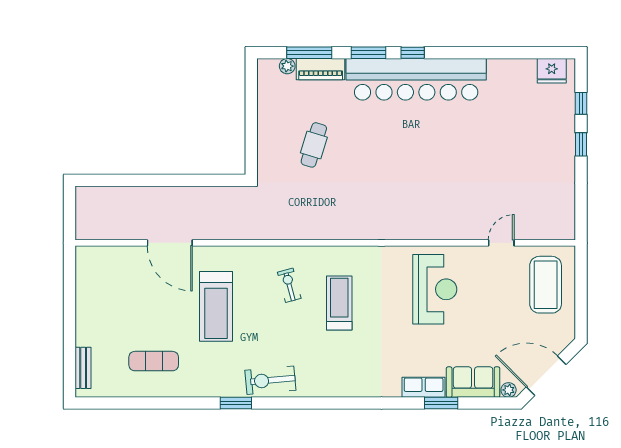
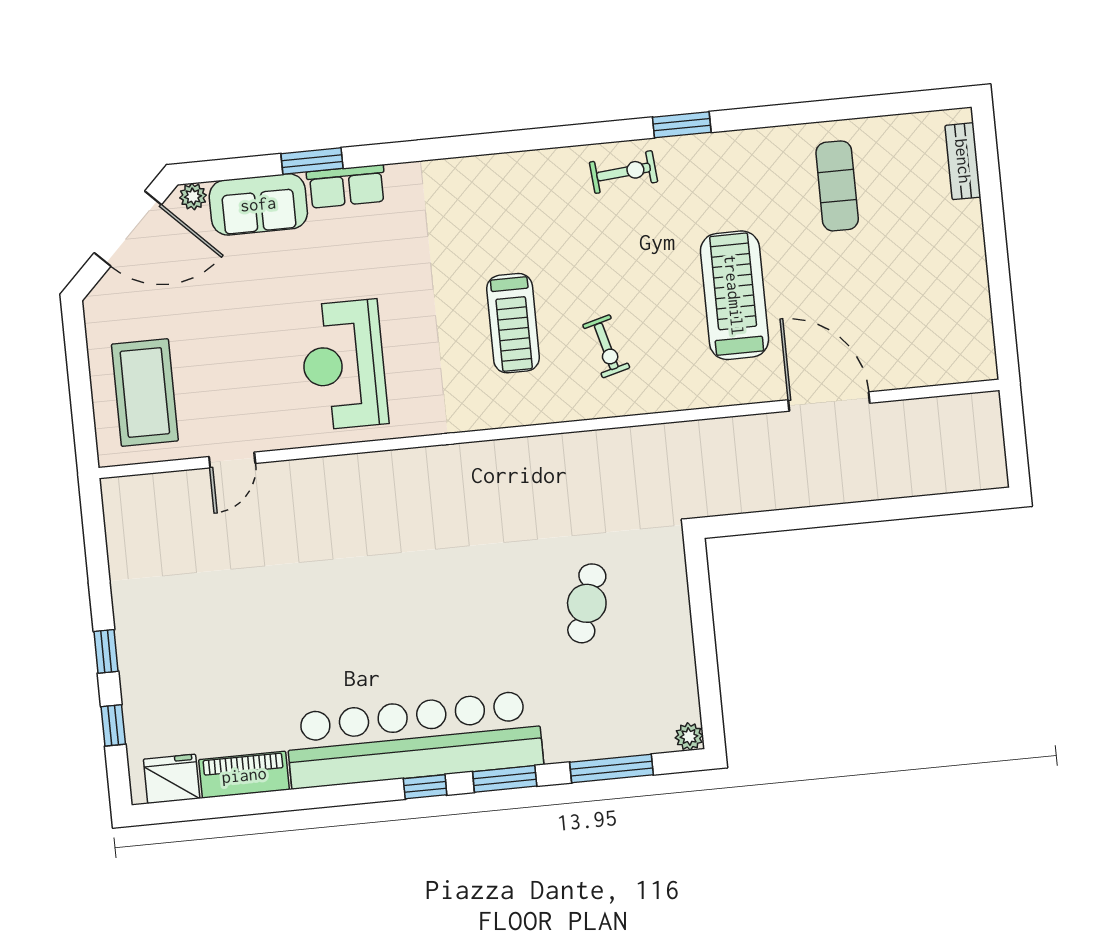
plant: (287, 66) -> (689, 737), moved
piano: (321, 69) -> (244, 775), moved
exercise mat: (154, 361) -> (837, 186), turned 90
exercise bike: (270, 380) -> (624, 172), width x0.73, depth x0.72

